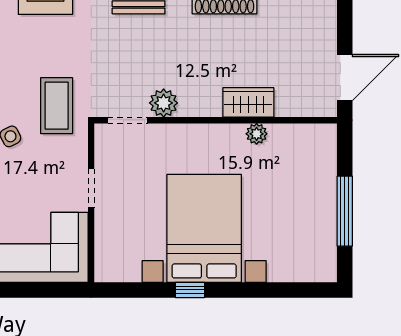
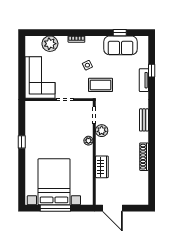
plant: (257, 134) -> (88, 141), moved
bed with nightstands: (204, 228) -> (54, 182), moved, turned -90

